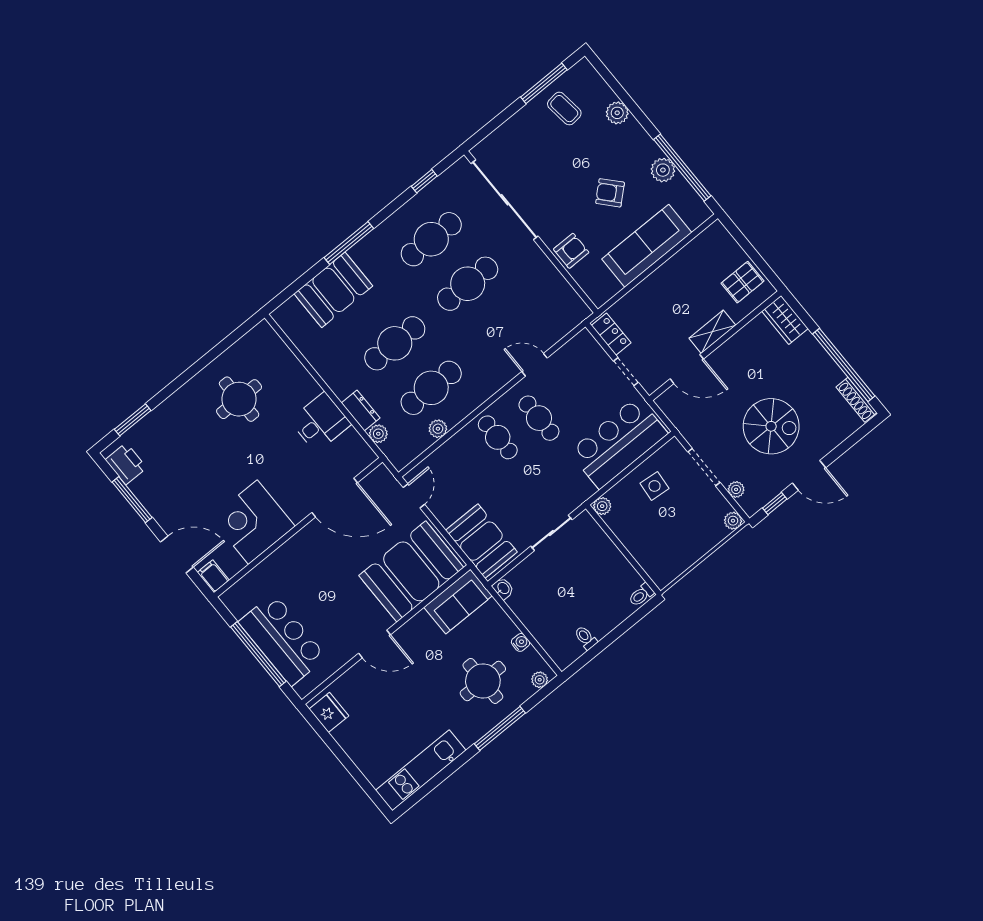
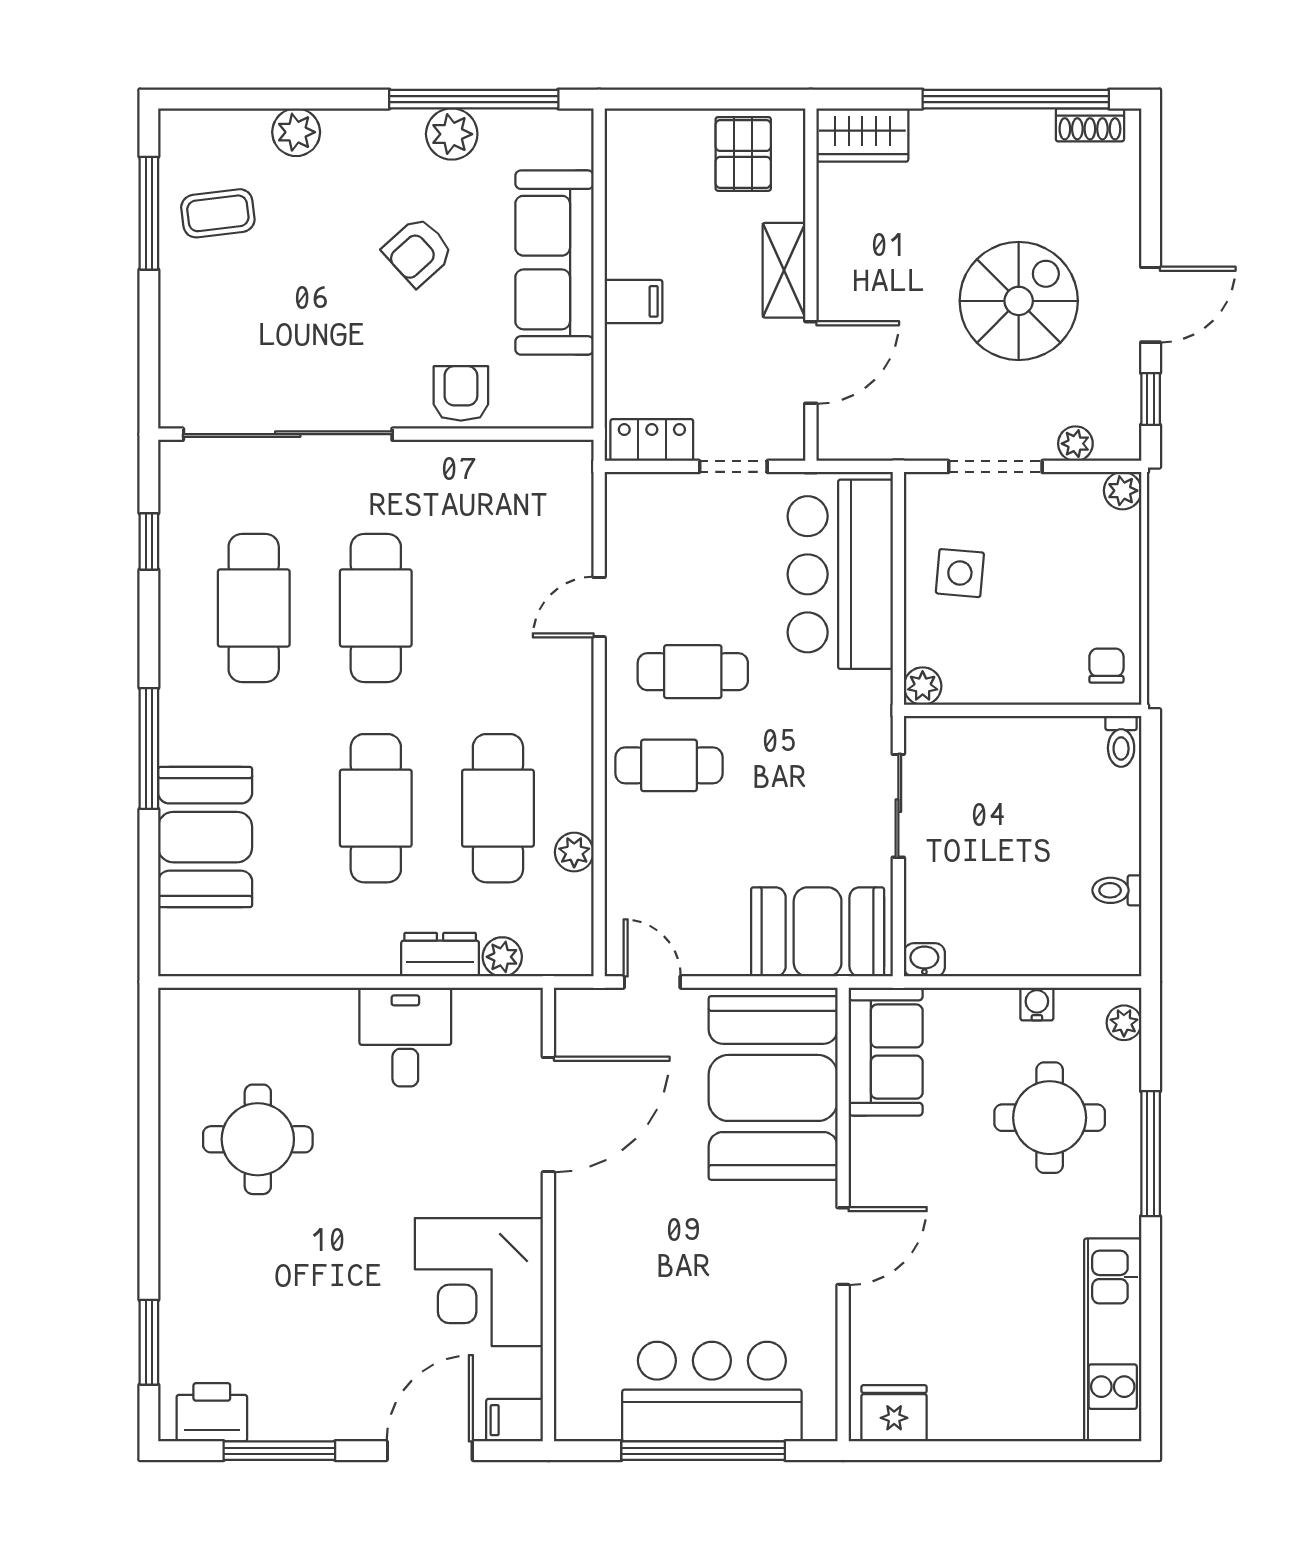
filing cabinet: (656, 286) -> (633, 301), added
shoe rack: (856, 400) -> (1090, 125), width x0.70
chair: (664, 567) -> (1106, 666), added

